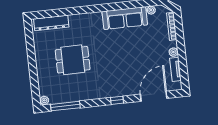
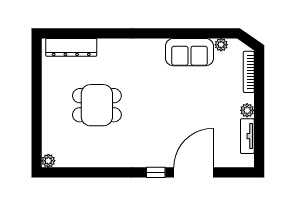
sofa: (125, 18) -> (189, 52), width x0.73
door: (154, 96) -> (193, 172), moved
window: (65, 106) -> (78, 172), removed

